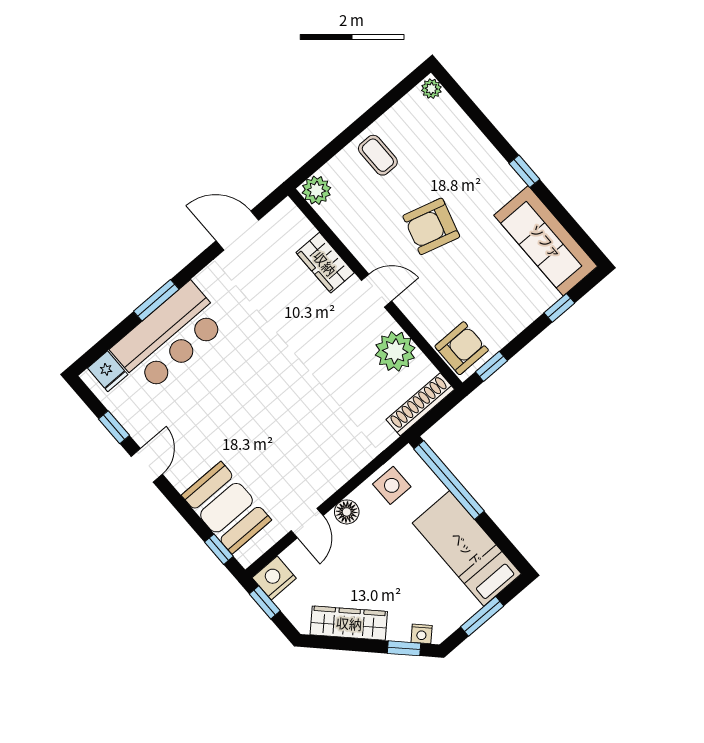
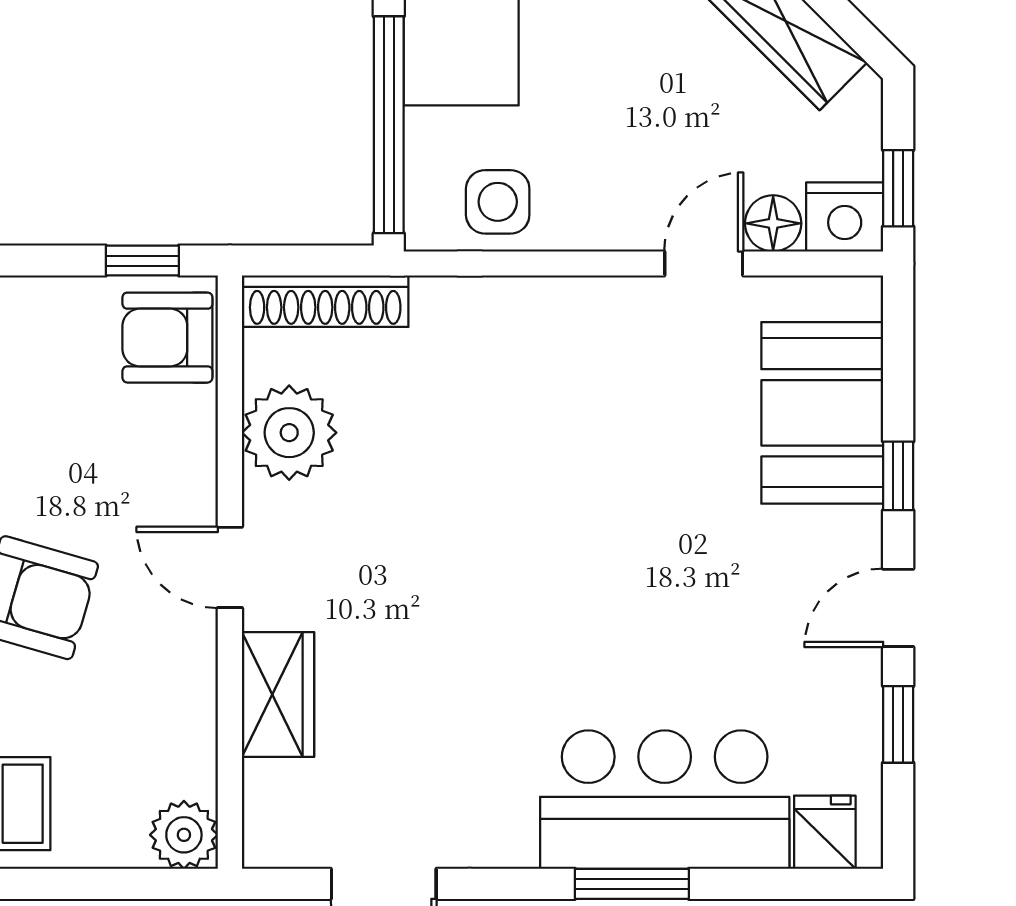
floor lamp: (347, 512) -> (773, 223), moved
window: (219, 549) -> (898, 476), moved

